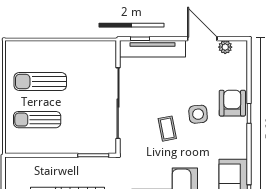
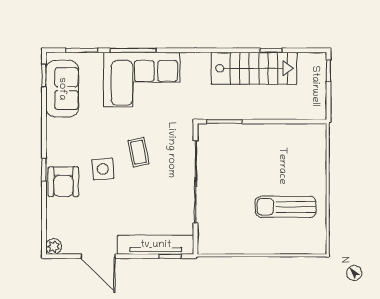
plant: (225, 47) -> (54, 247), moved
sun lounger: (40, 81) -> (286, 207), turned 180
sun lounger: (37, 120) -> (289, 163), removed

